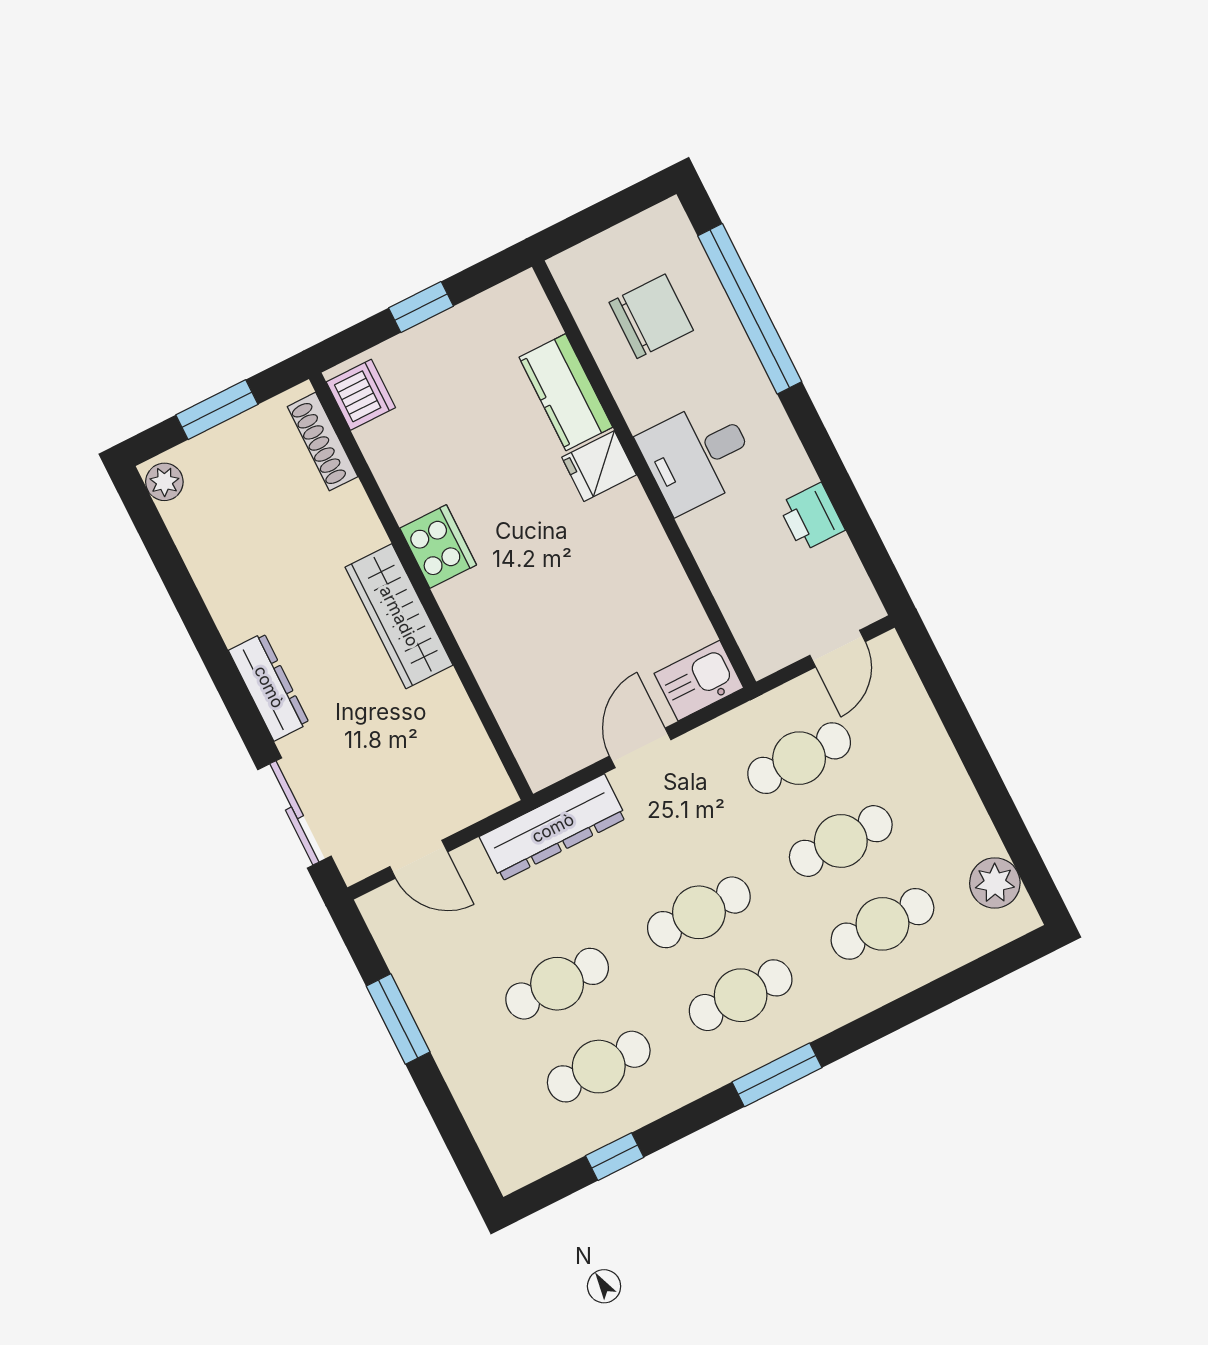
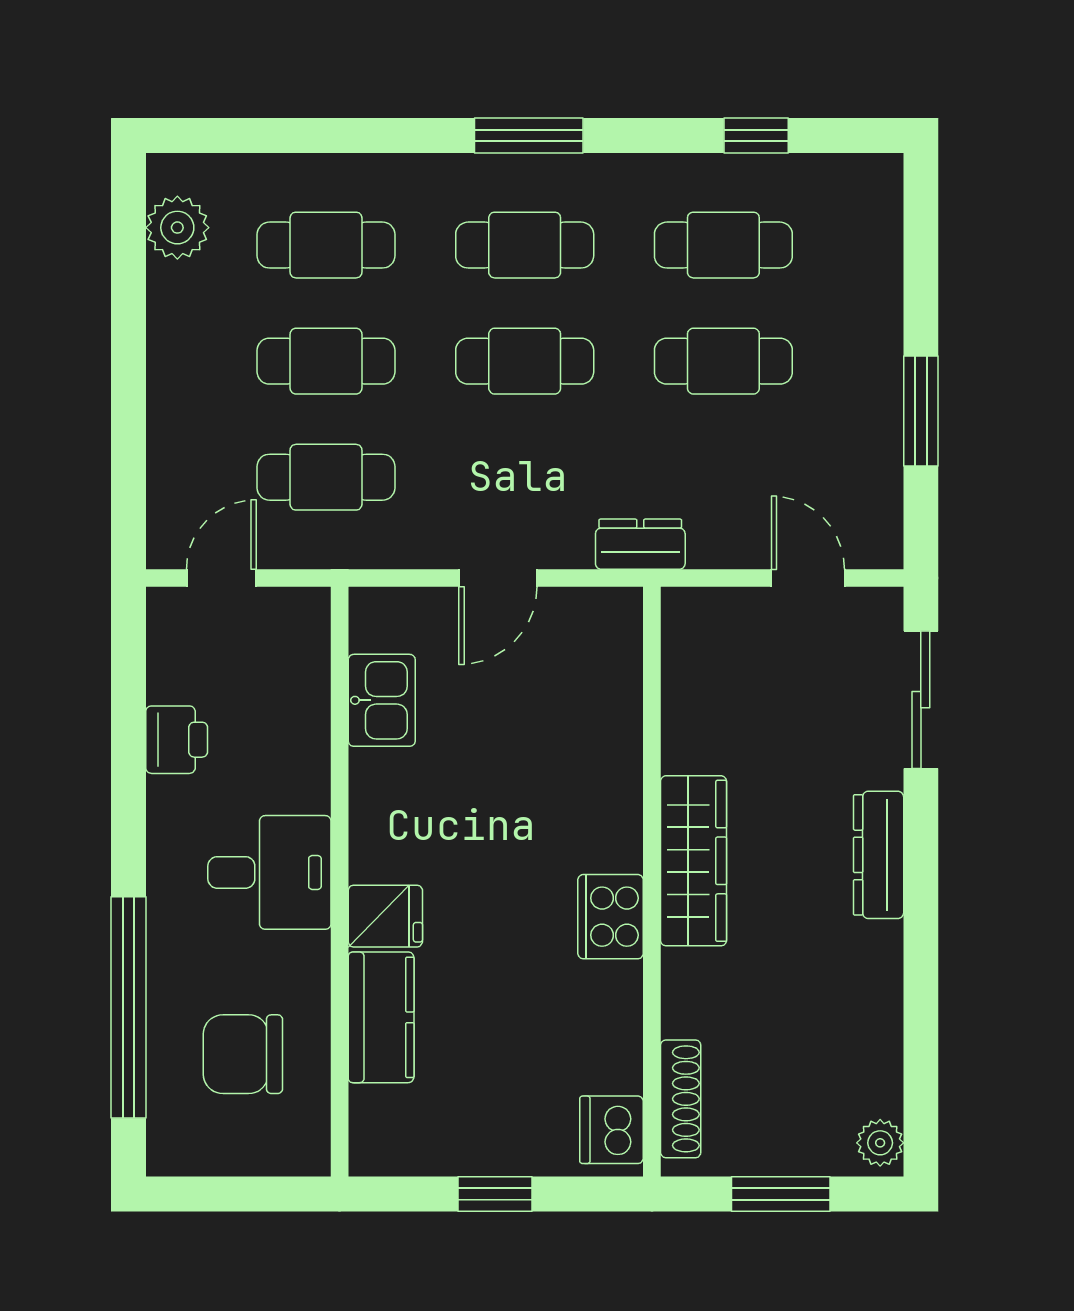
kitchen sink: (699, 681) -> (382, 700), moved, turned -90
dresser: (553, 828) -> (640, 544), width x0.51, depth x0.80

